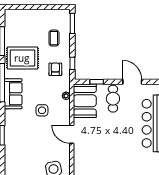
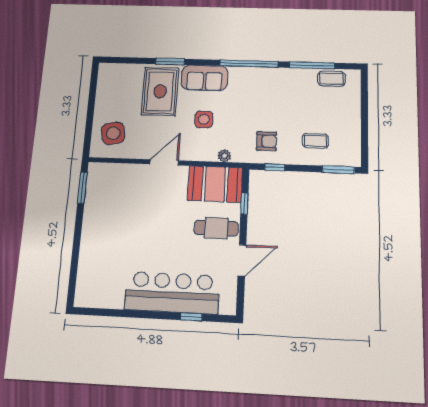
coffee table: (11, 28) -> (331, 79), added
rug: (22, 58) -> (160, 91), moved
sofa: (13, 94) -> (204, 78), moved

